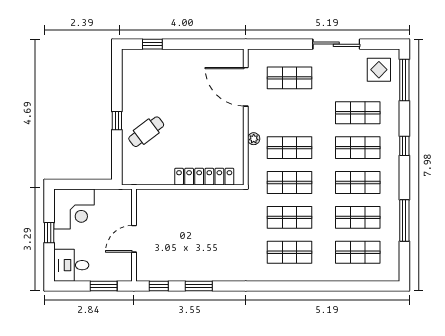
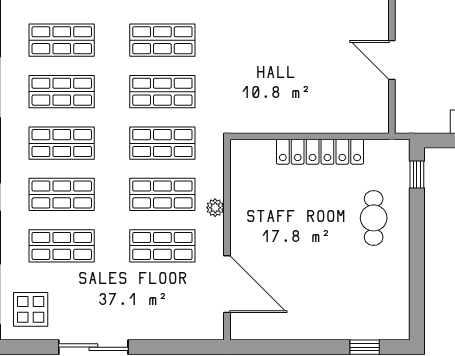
shop shelf: (289, 78) -> (162, 246), moved
window: (117, 121) -> (417, 174), moved
cafe table: (146, 132) -> (374, 218), turned -53
locker: (204, 177) -> (320, 152), moved
door: (134, 239) -> (392, 60), swing flipped

